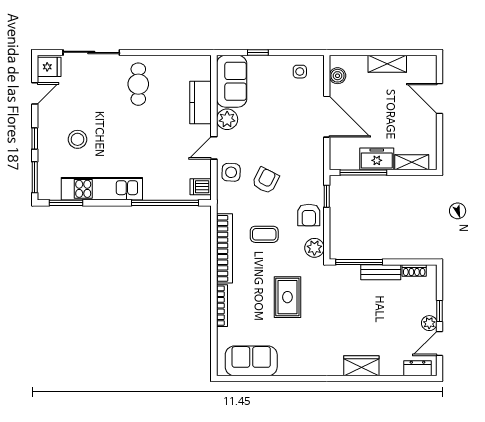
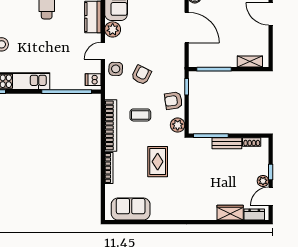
freezer: (377, 159) -> (224, 59), removed
armchair: (309, 215) -> (173, 101), turned 82
wardrobe: (361, 366) -> (230, 213), moved

